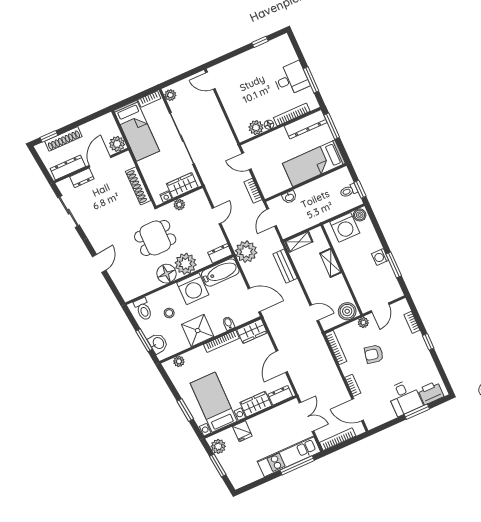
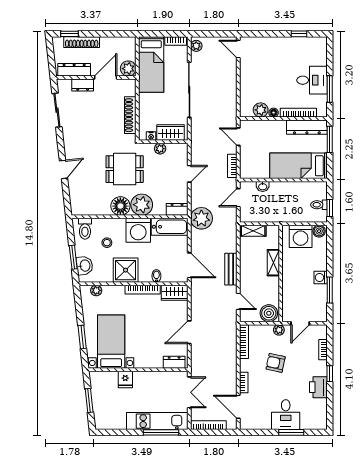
bench: (285, 266) -> (231, 269), moved
printer: (431, 393) -> (318, 387), moved, turned -90
wardrobe: (256, 404) -> (149, 360), removed
plant: (218, 446) -> (97, 383), removed

